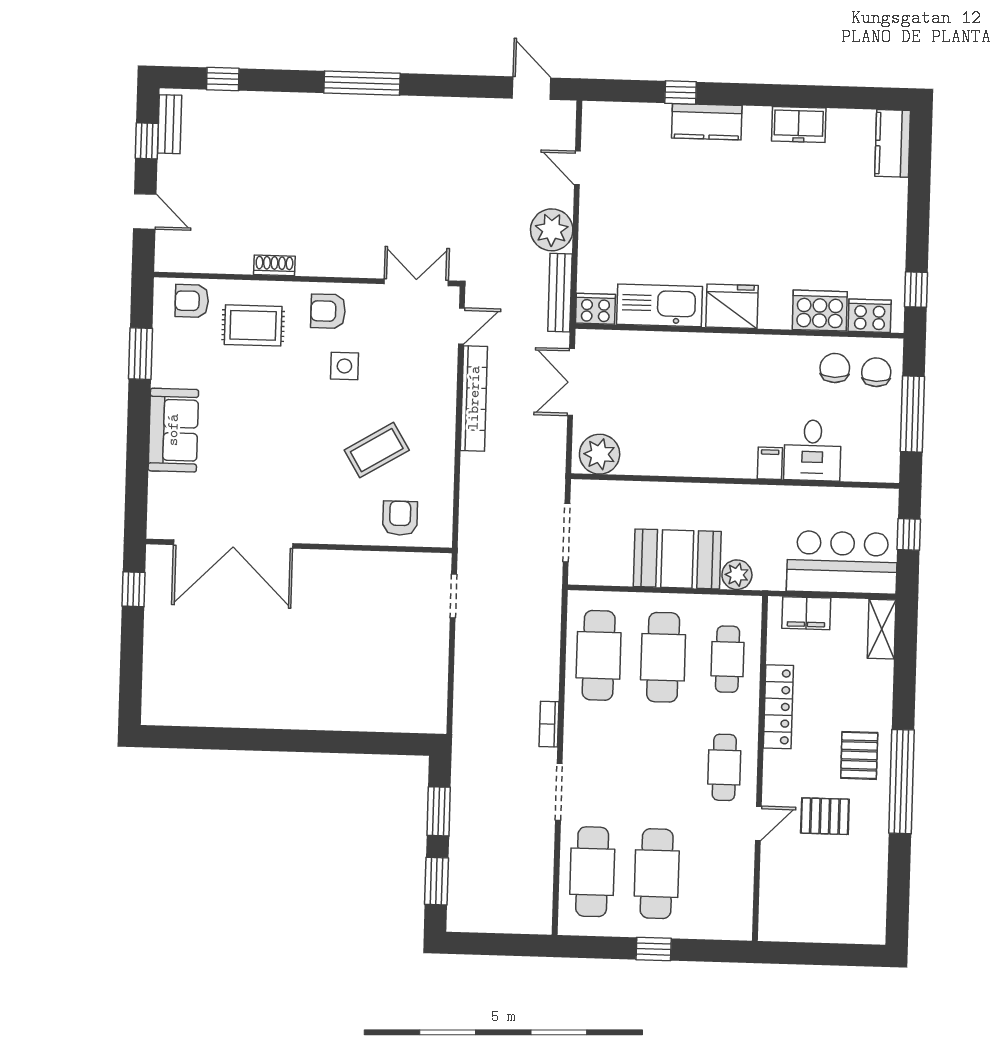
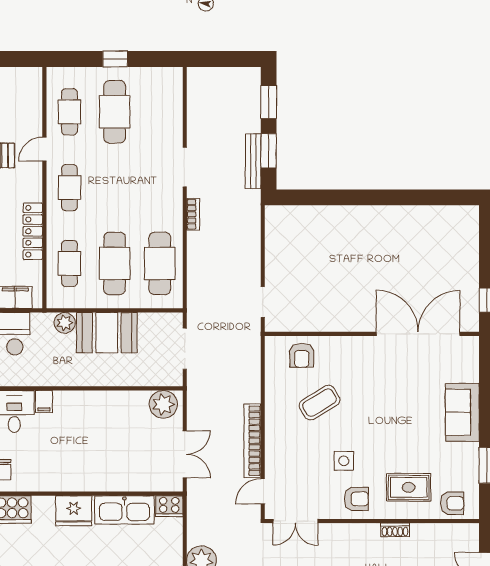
bench: (560, 293) -> (253, 161), moved
cafe table: (592, 872) -> (69, 112), moved, width x0.73, depth x0.74

